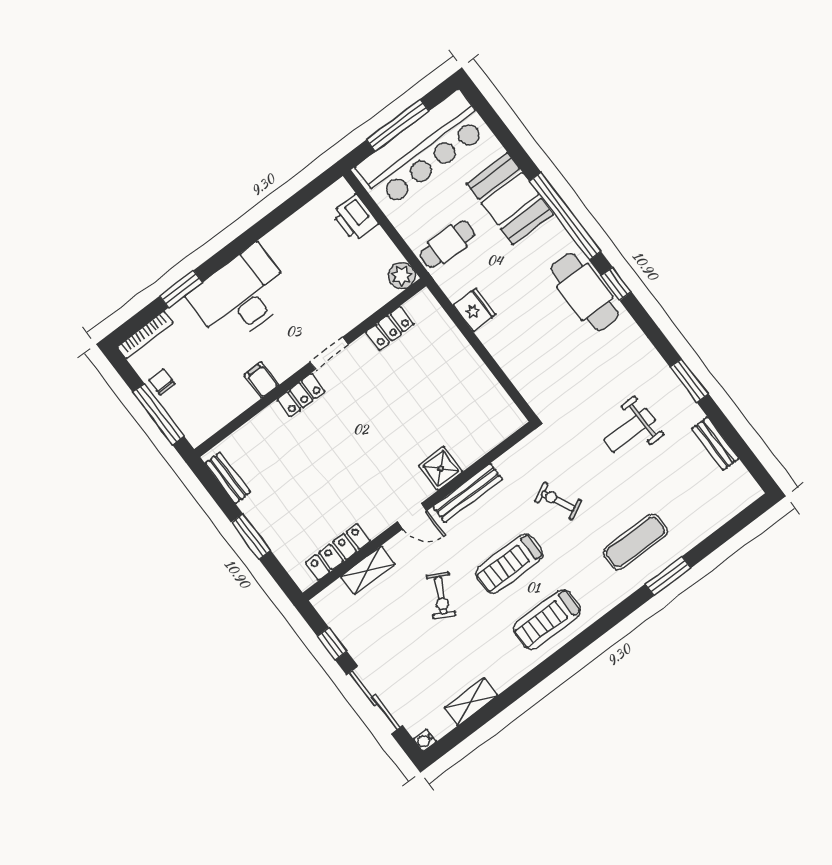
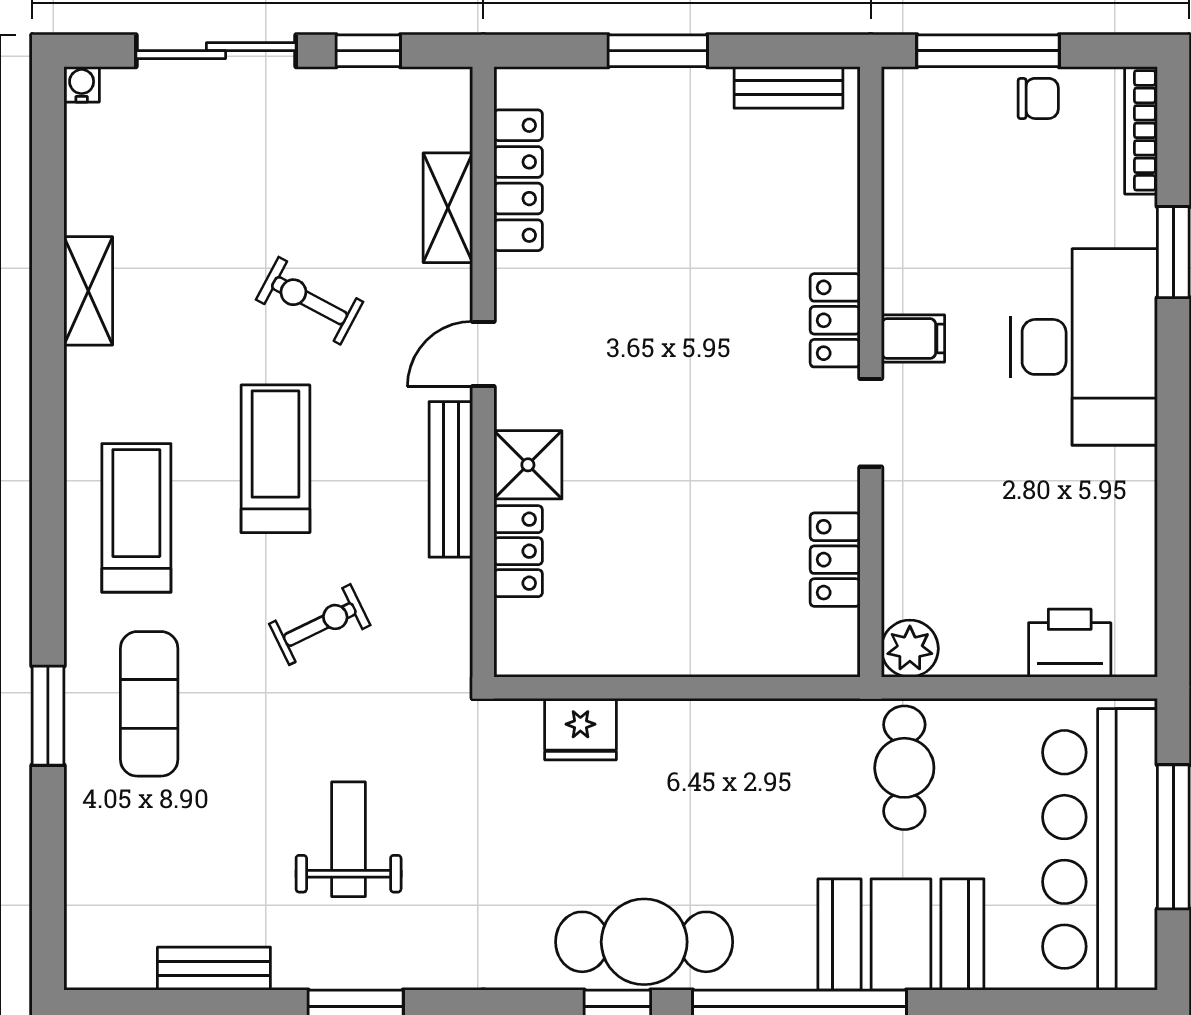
fridge: (475, 310) -> (580, 729), moved
filing cabinet: (261, 380) -> (913, 339), moved
locker: (475, 448) -> (518, 551), added
treadmill: (547, 620) -> (136, 518), moved
shelving: (471, 702) -> (88, 291), moved

